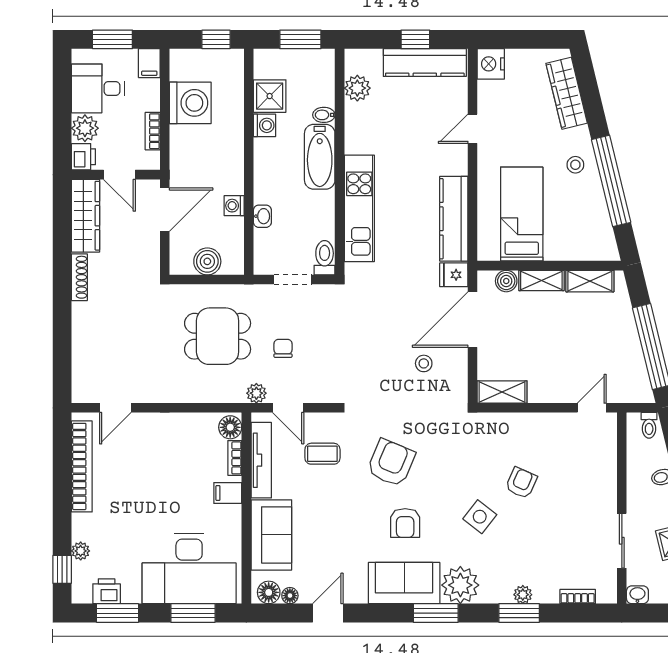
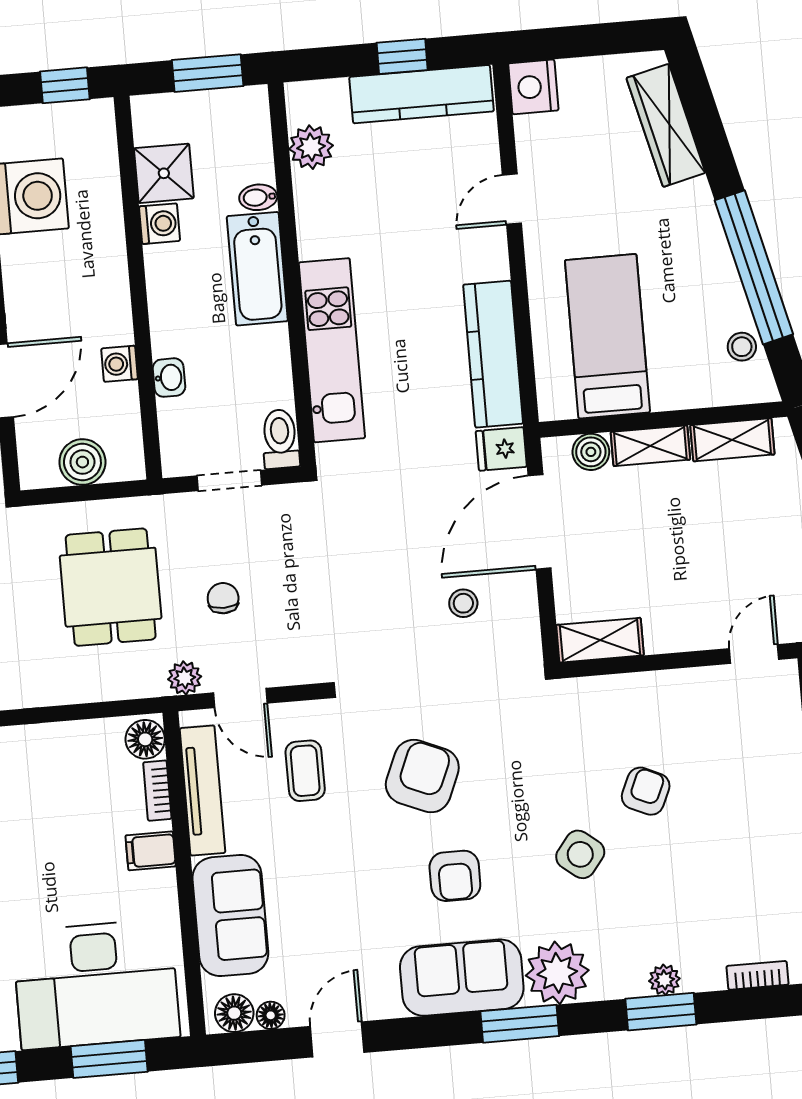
stool: (575, 165) -> (742, 347), moved
dining table: (218, 336) -> (111, 587), turned 90
coffee table: (322, 454) -> (305, 771), turned 90

